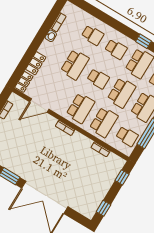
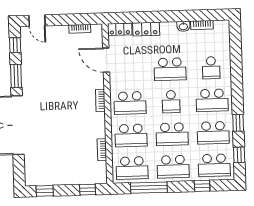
school desk: (116, 49) -> (212, 100), width x1.85
school desk: (127, 136) -> (132, 168), width x1.85

